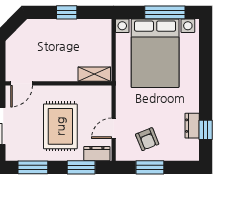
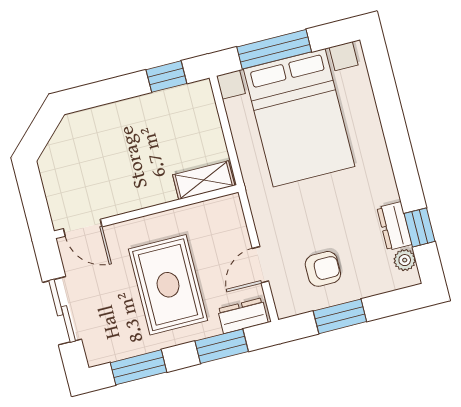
window: (67, 12) -> (166, 77), moved
window: (165, 12) -> (274, 49), moved
door: (22, 83) -> (83, 228), hinge flipped
armchair: (147, 139) -> (323, 269), turned -68
plant: (193, 146) -> (405, 260), added

